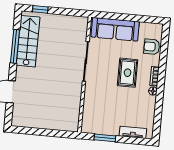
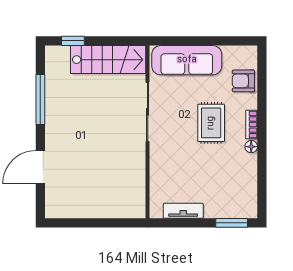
stairs: (28, 41) -> (108, 60), moved, turned 90
tv unit: (133, 132) -> (183, 211), moved
window: (105, 138) -> (232, 223), moved

